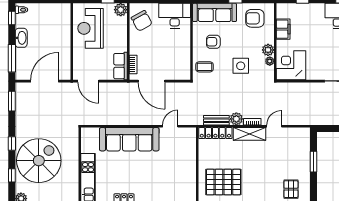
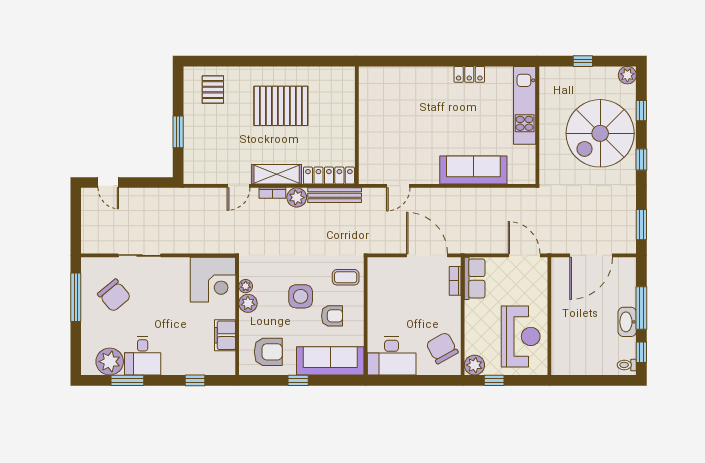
window: (12, 58) -> (641, 308), moved
side table: (241, 66) -> (301, 296), moved
bench: (216, 120) -> (335, 195), width x1.36
sofa: (129, 139) -> (473, 170), width x0.74, depth x0.79
pallet: (223, 182) -> (281, 106), moved

